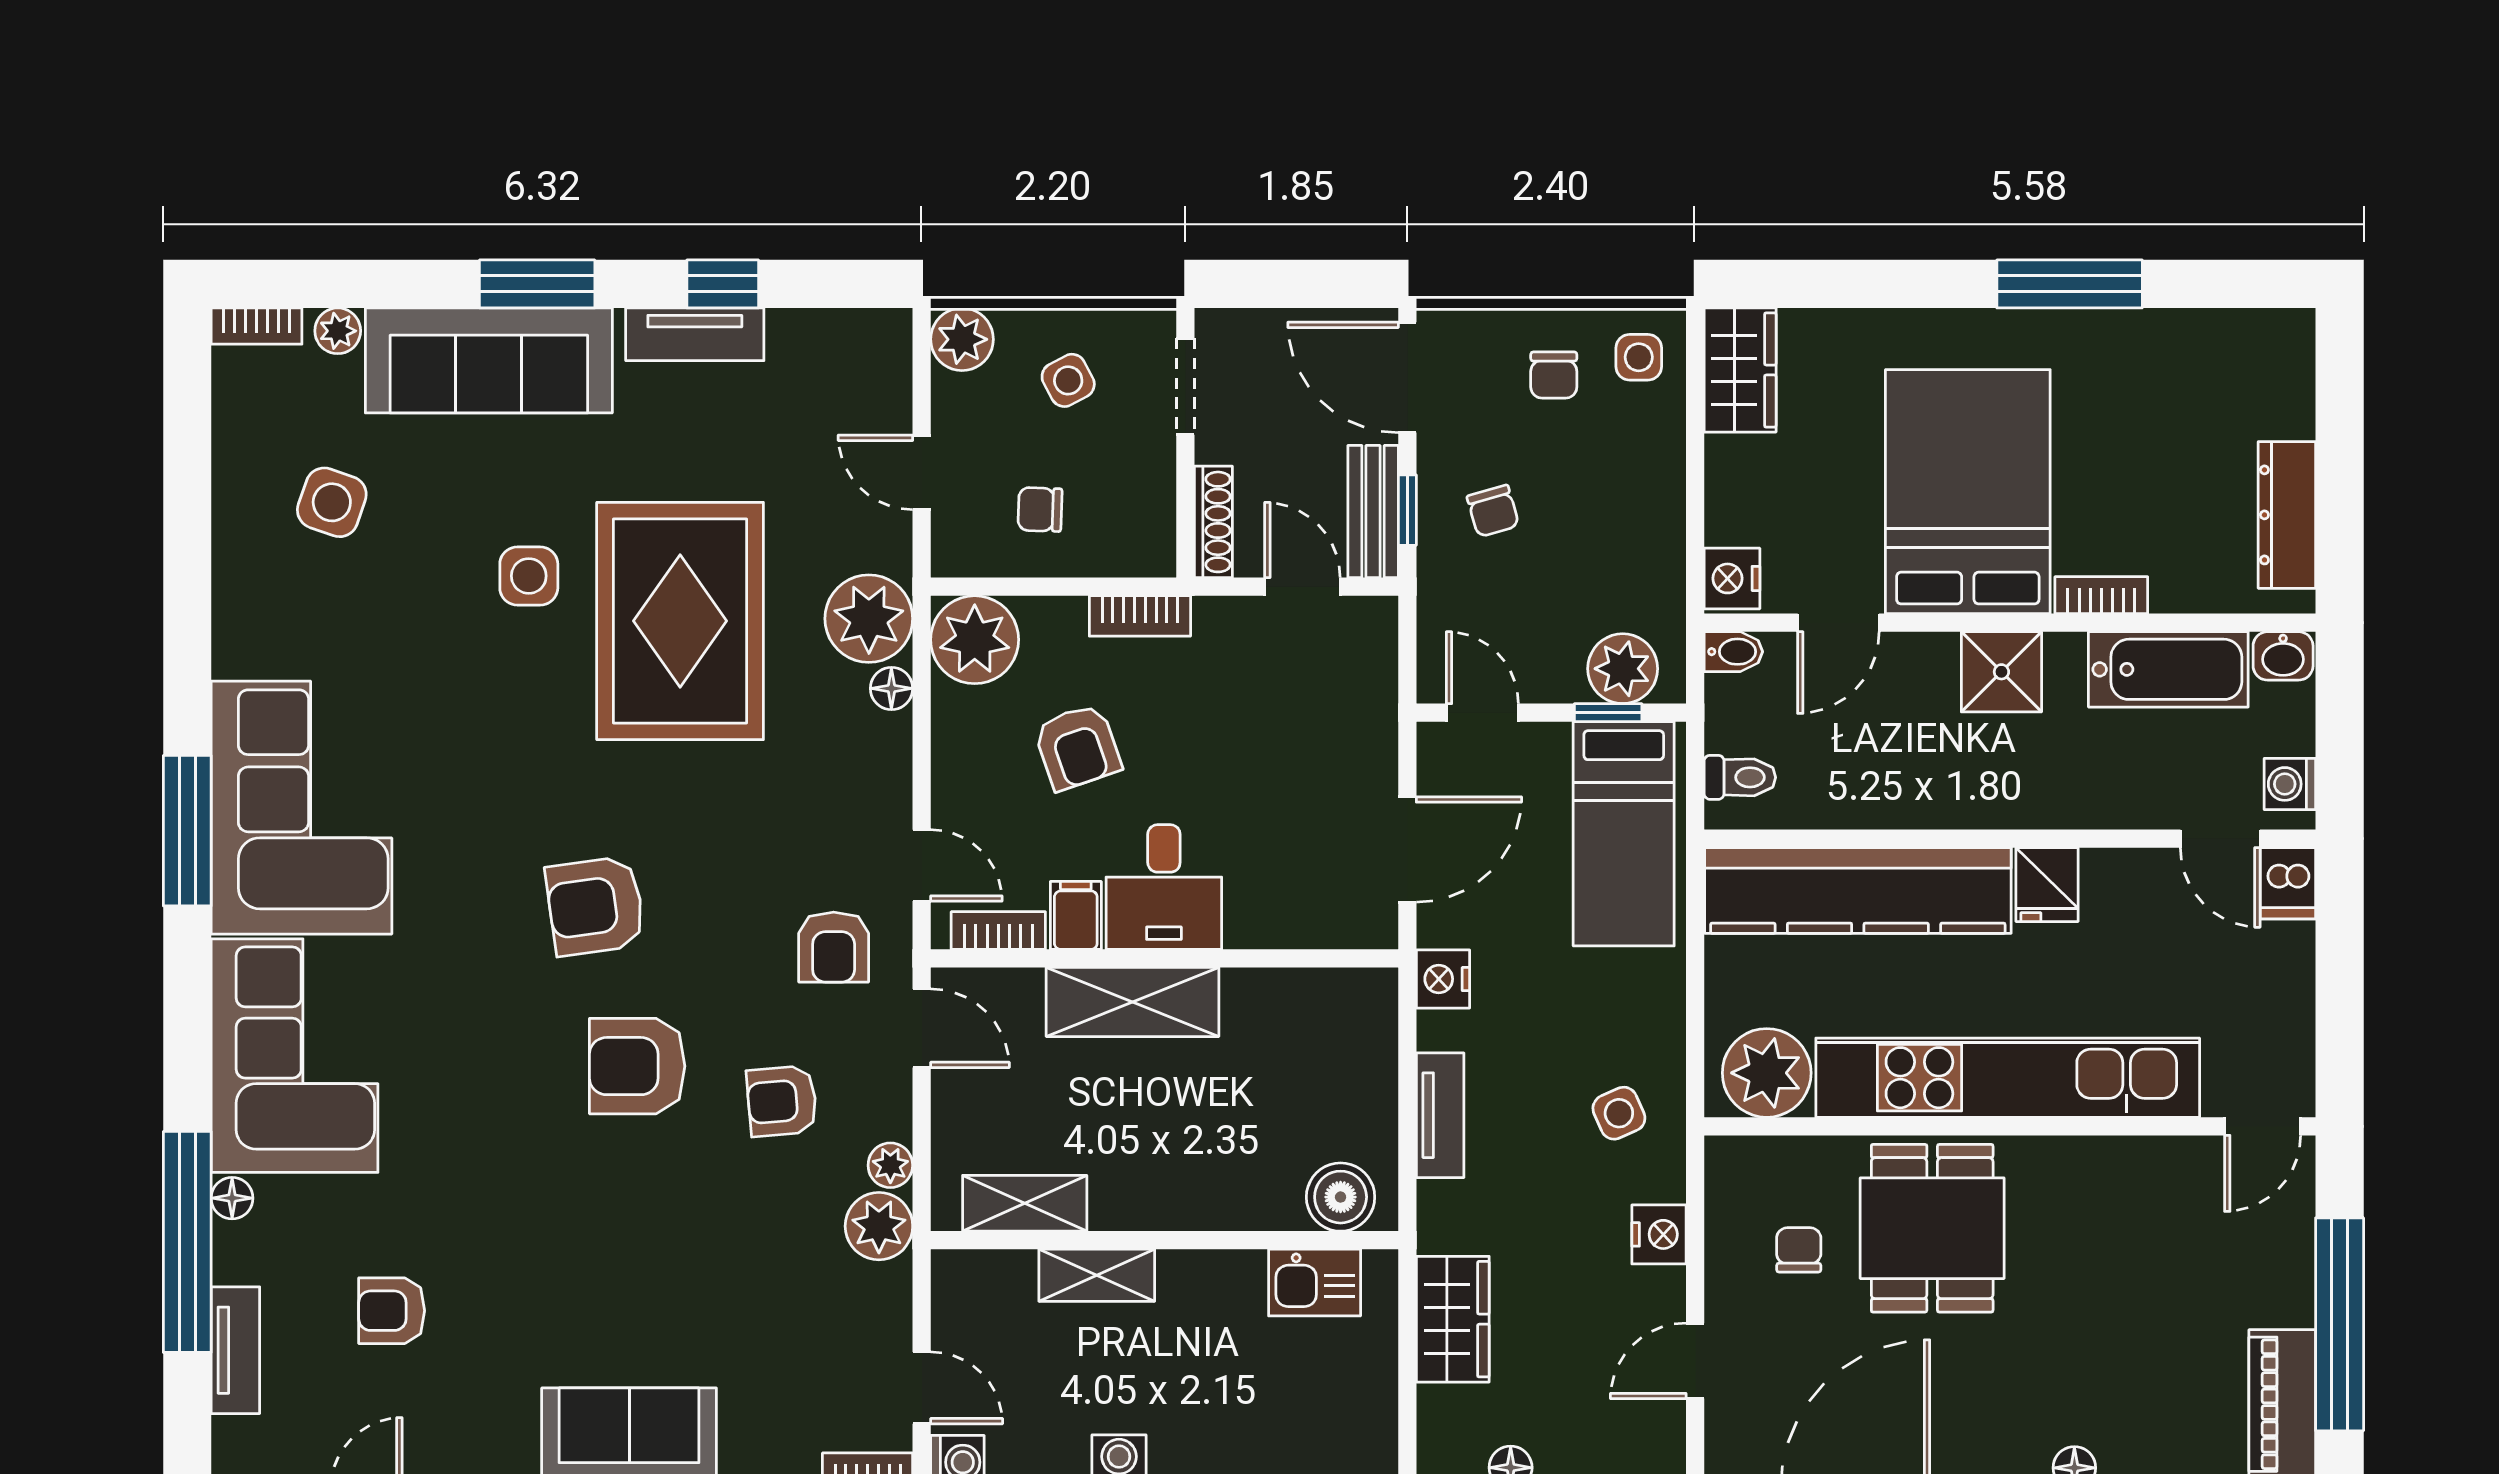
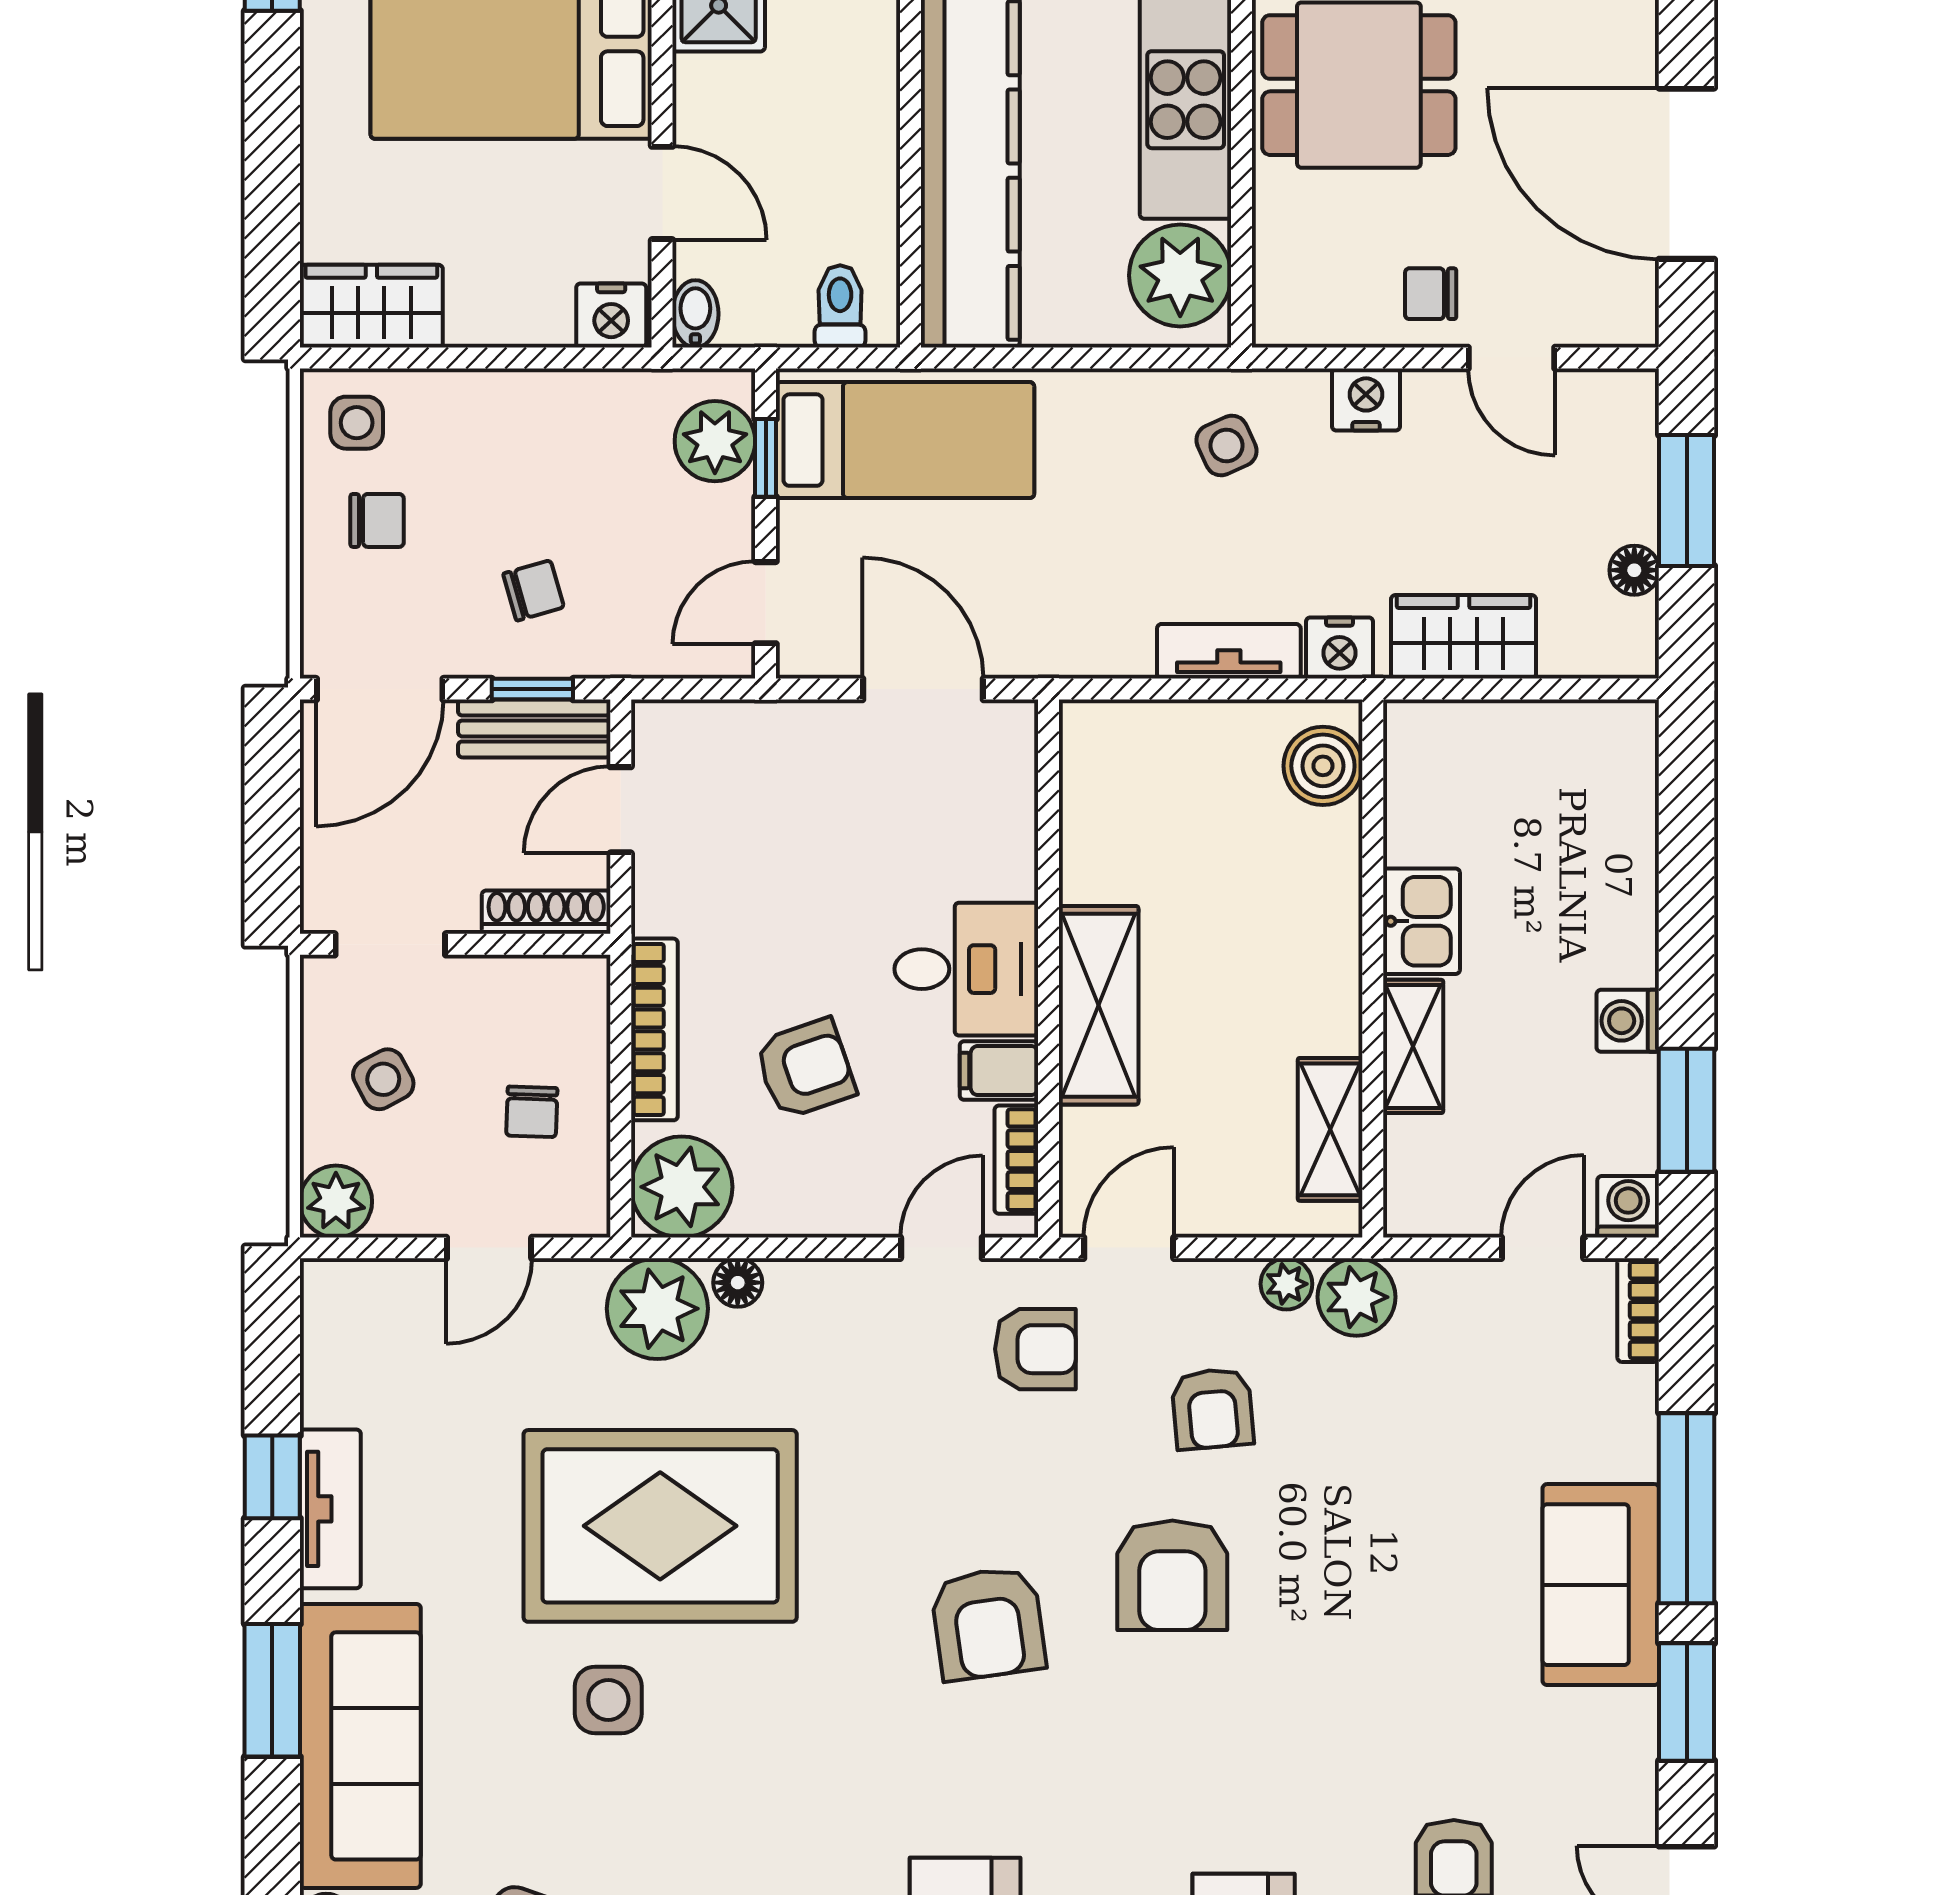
bookcase: (1140, 616) -> (654, 1029), width x1.56
nightstand: (1443, 979) -> (1339, 648), moved
chair: (1799, 1250) -> (1431, 294), moved
kitchen sink: (1315, 1283) -> (1421, 921), moved

